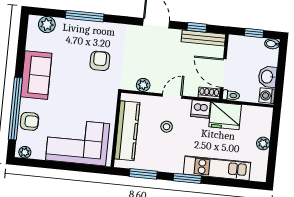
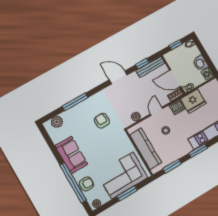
window: (68, 166) -> (127, 193), added

